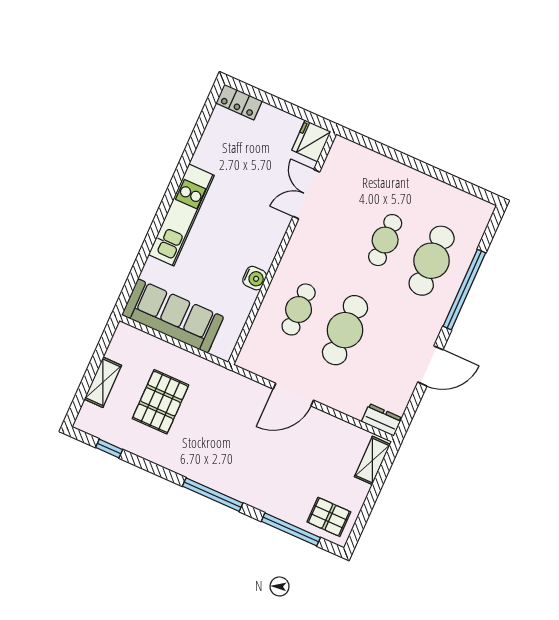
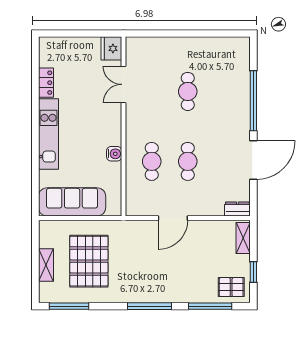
locker: (239, 102) -> (46, 83), moved, turned -90
cafe table: (432, 261) -> (224, 91), removed
cafe table: (345, 330) -> (188, 161), width x0.73, depth x0.74
door: (430, 366) -> (253, 160), width x1.36
pallet: (161, 402) -> (89, 261), width x1.37, depth x1.41
window: (109, 449) -> (69, 306), width x2.17
window: (366, 510) -> (253, 272), added

